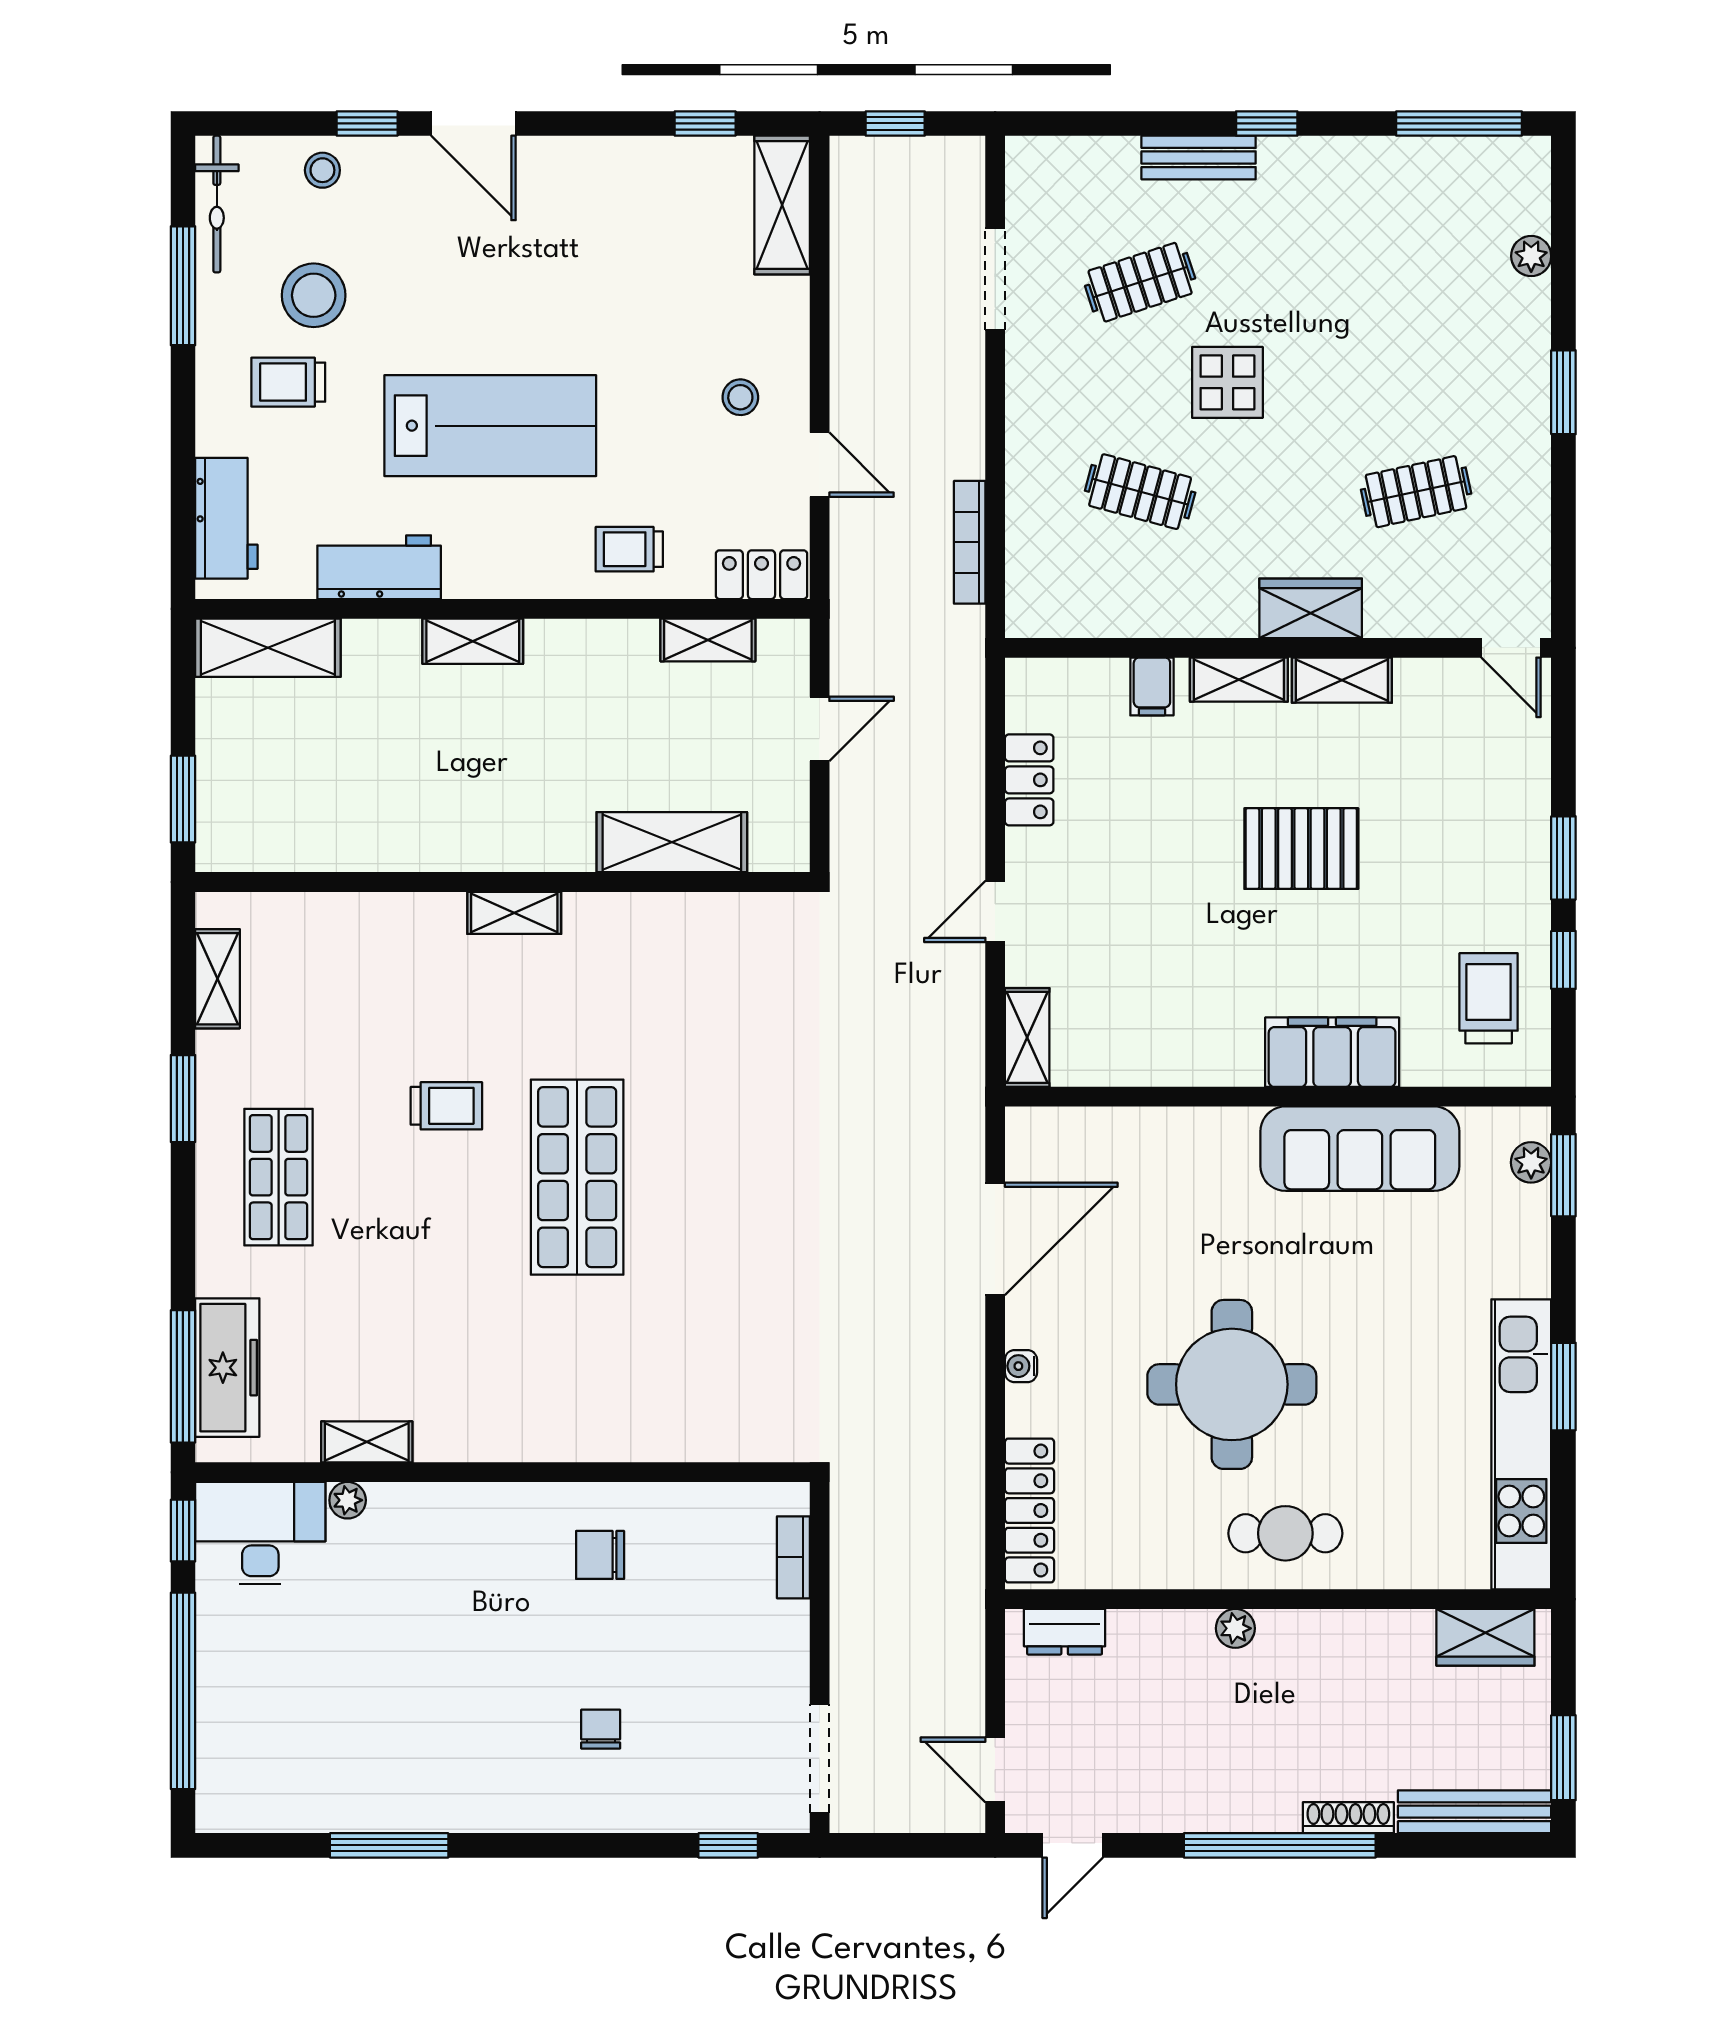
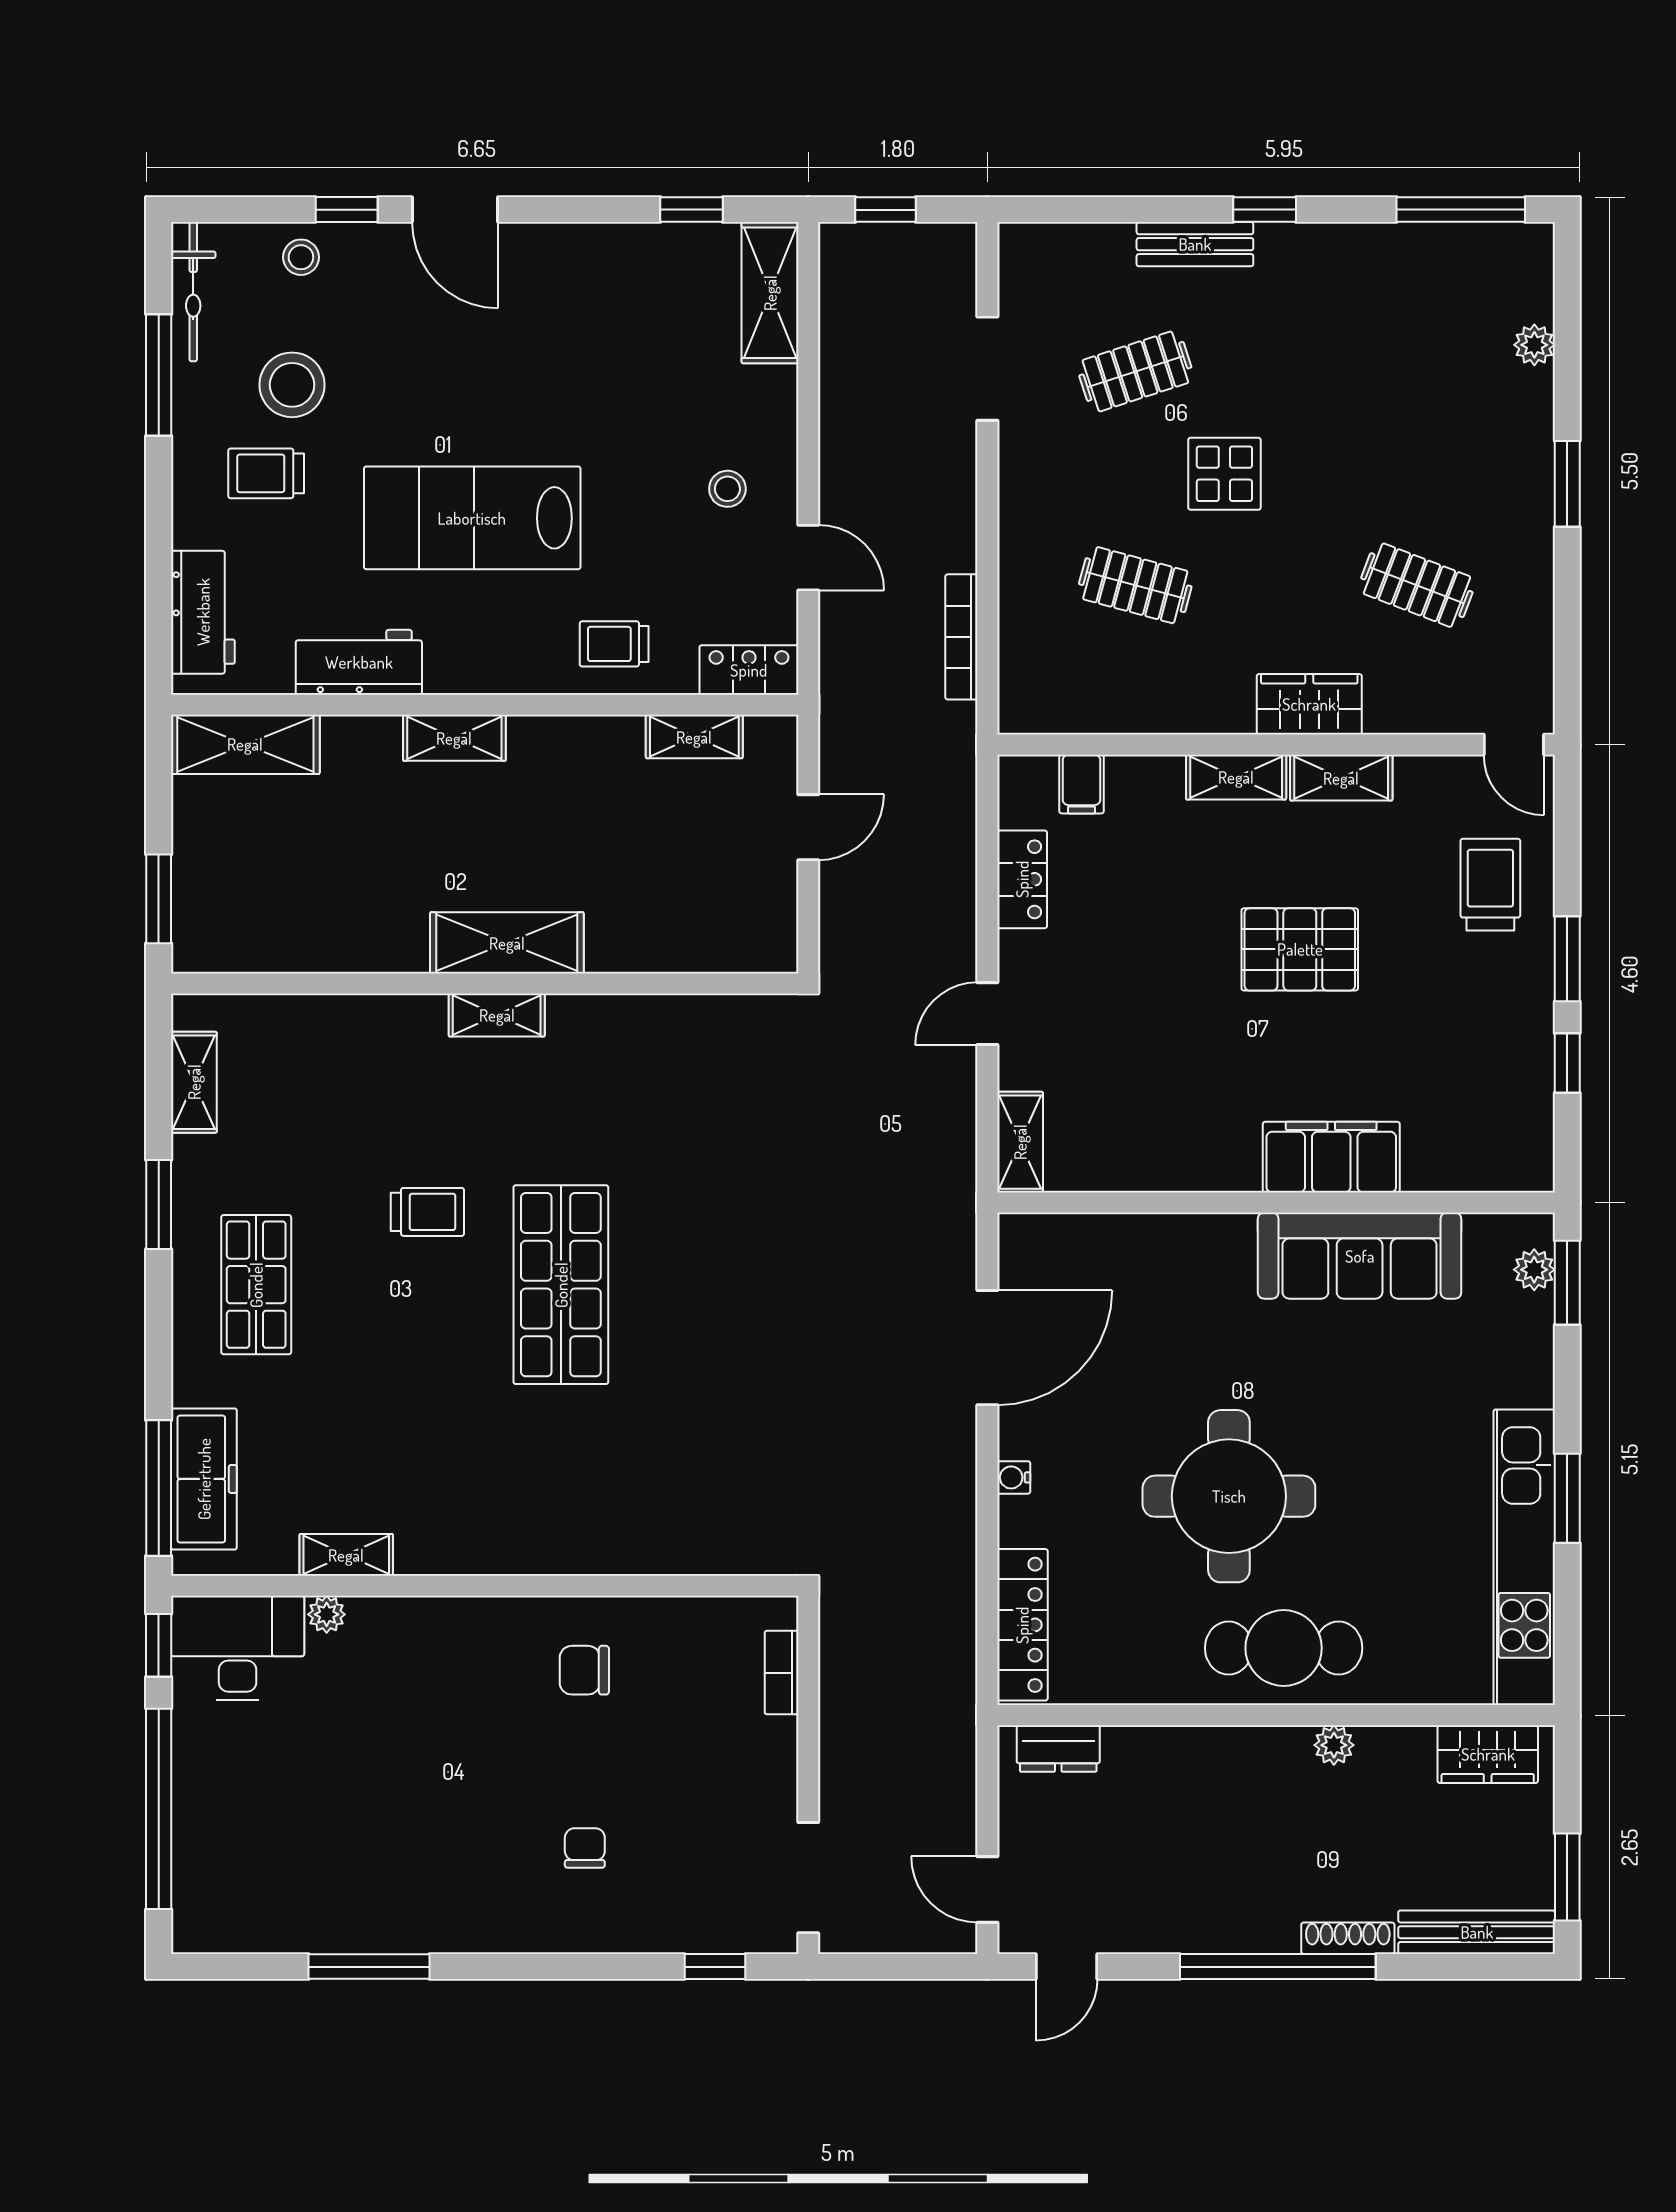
lab bench: (490, 426) -> (472, 518), turned 180
clothes rail: (1416, 492) -> (1417, 585), turned 33
filing cabinet: (1152, 687) -> (1082, 784), moved
shelving: (672, 842) -> (507, 943), moved
trolley: (1489, 998) -> (1490, 885), moved
cafe table: (1285, 1533) -> (1284, 1648), width x1.37, depth x1.35
plant: (1235, 1628) -> (1334, 1745), moved

